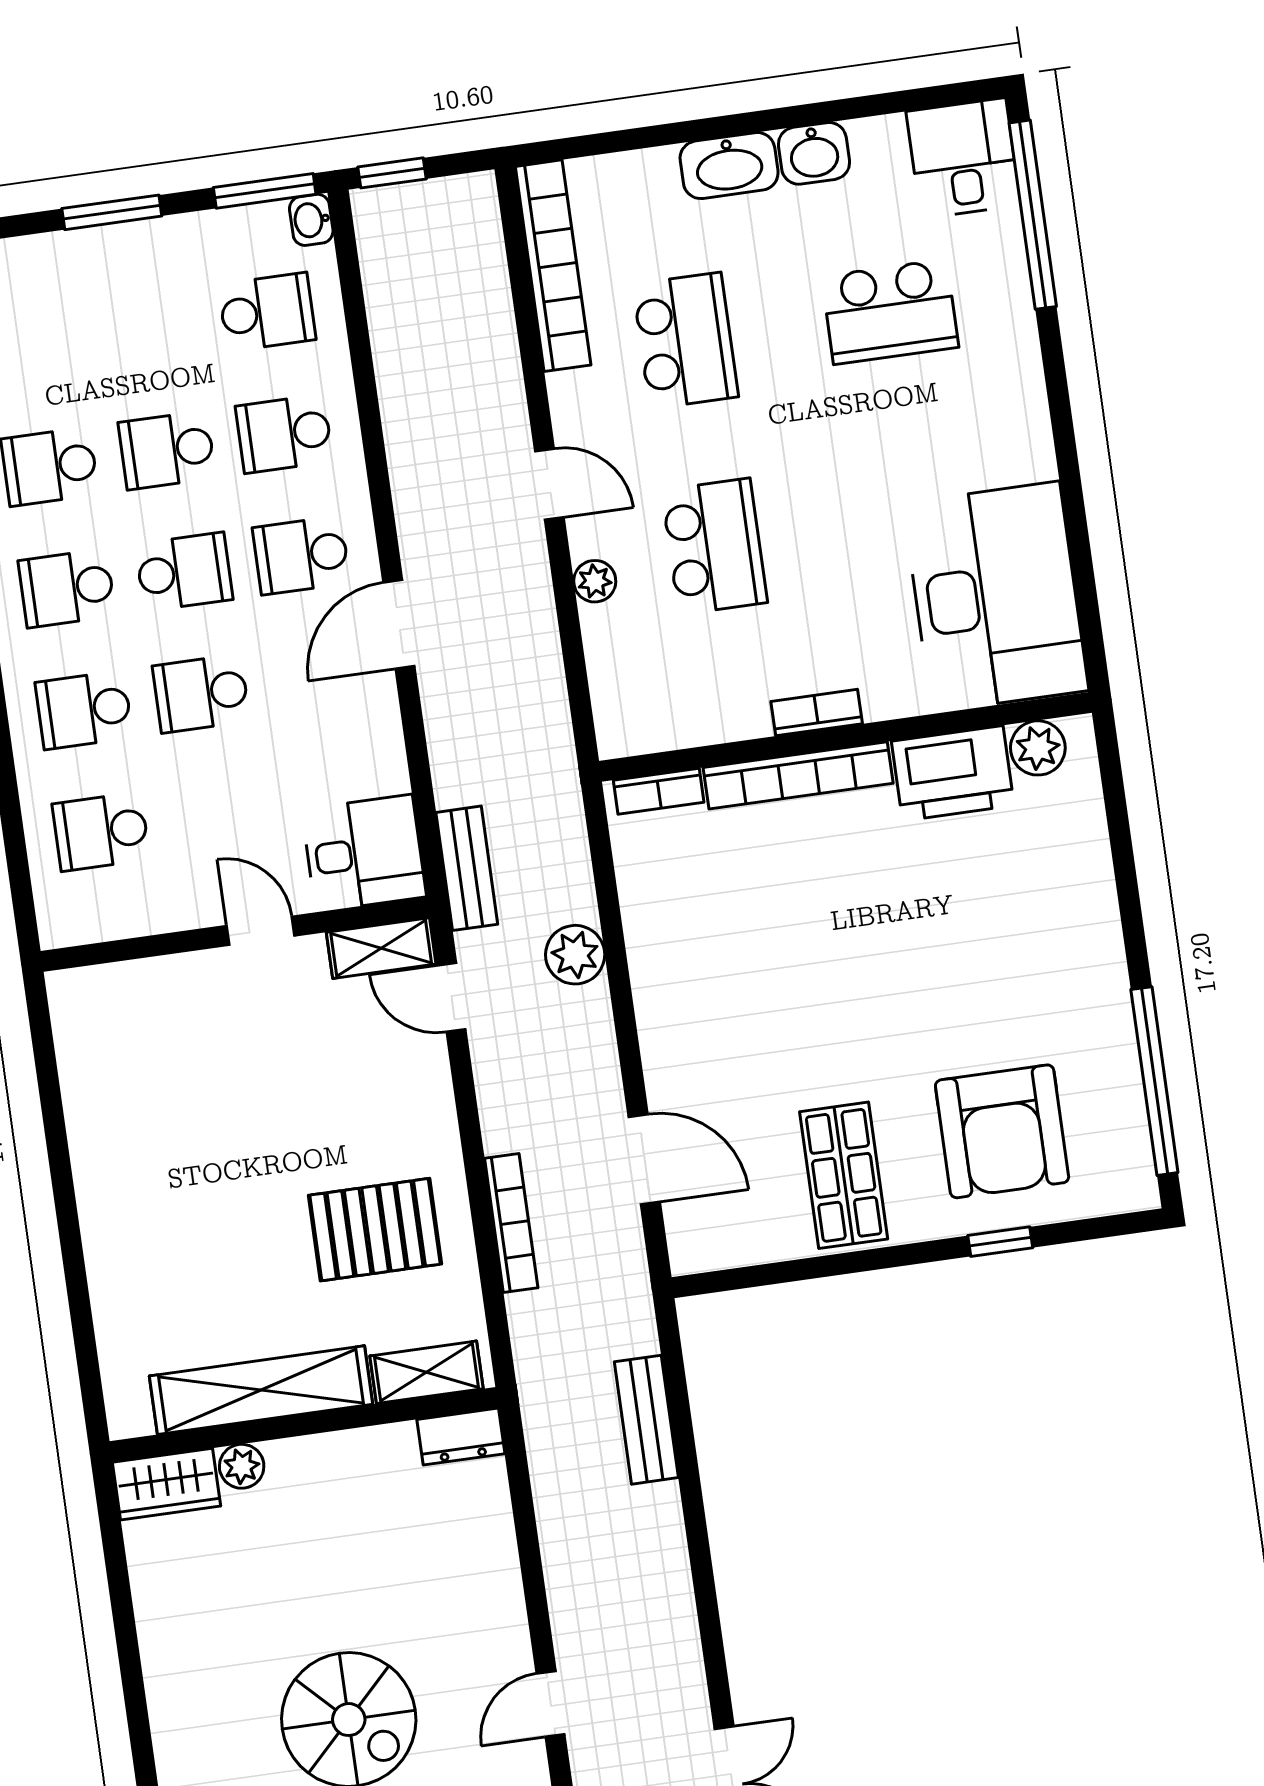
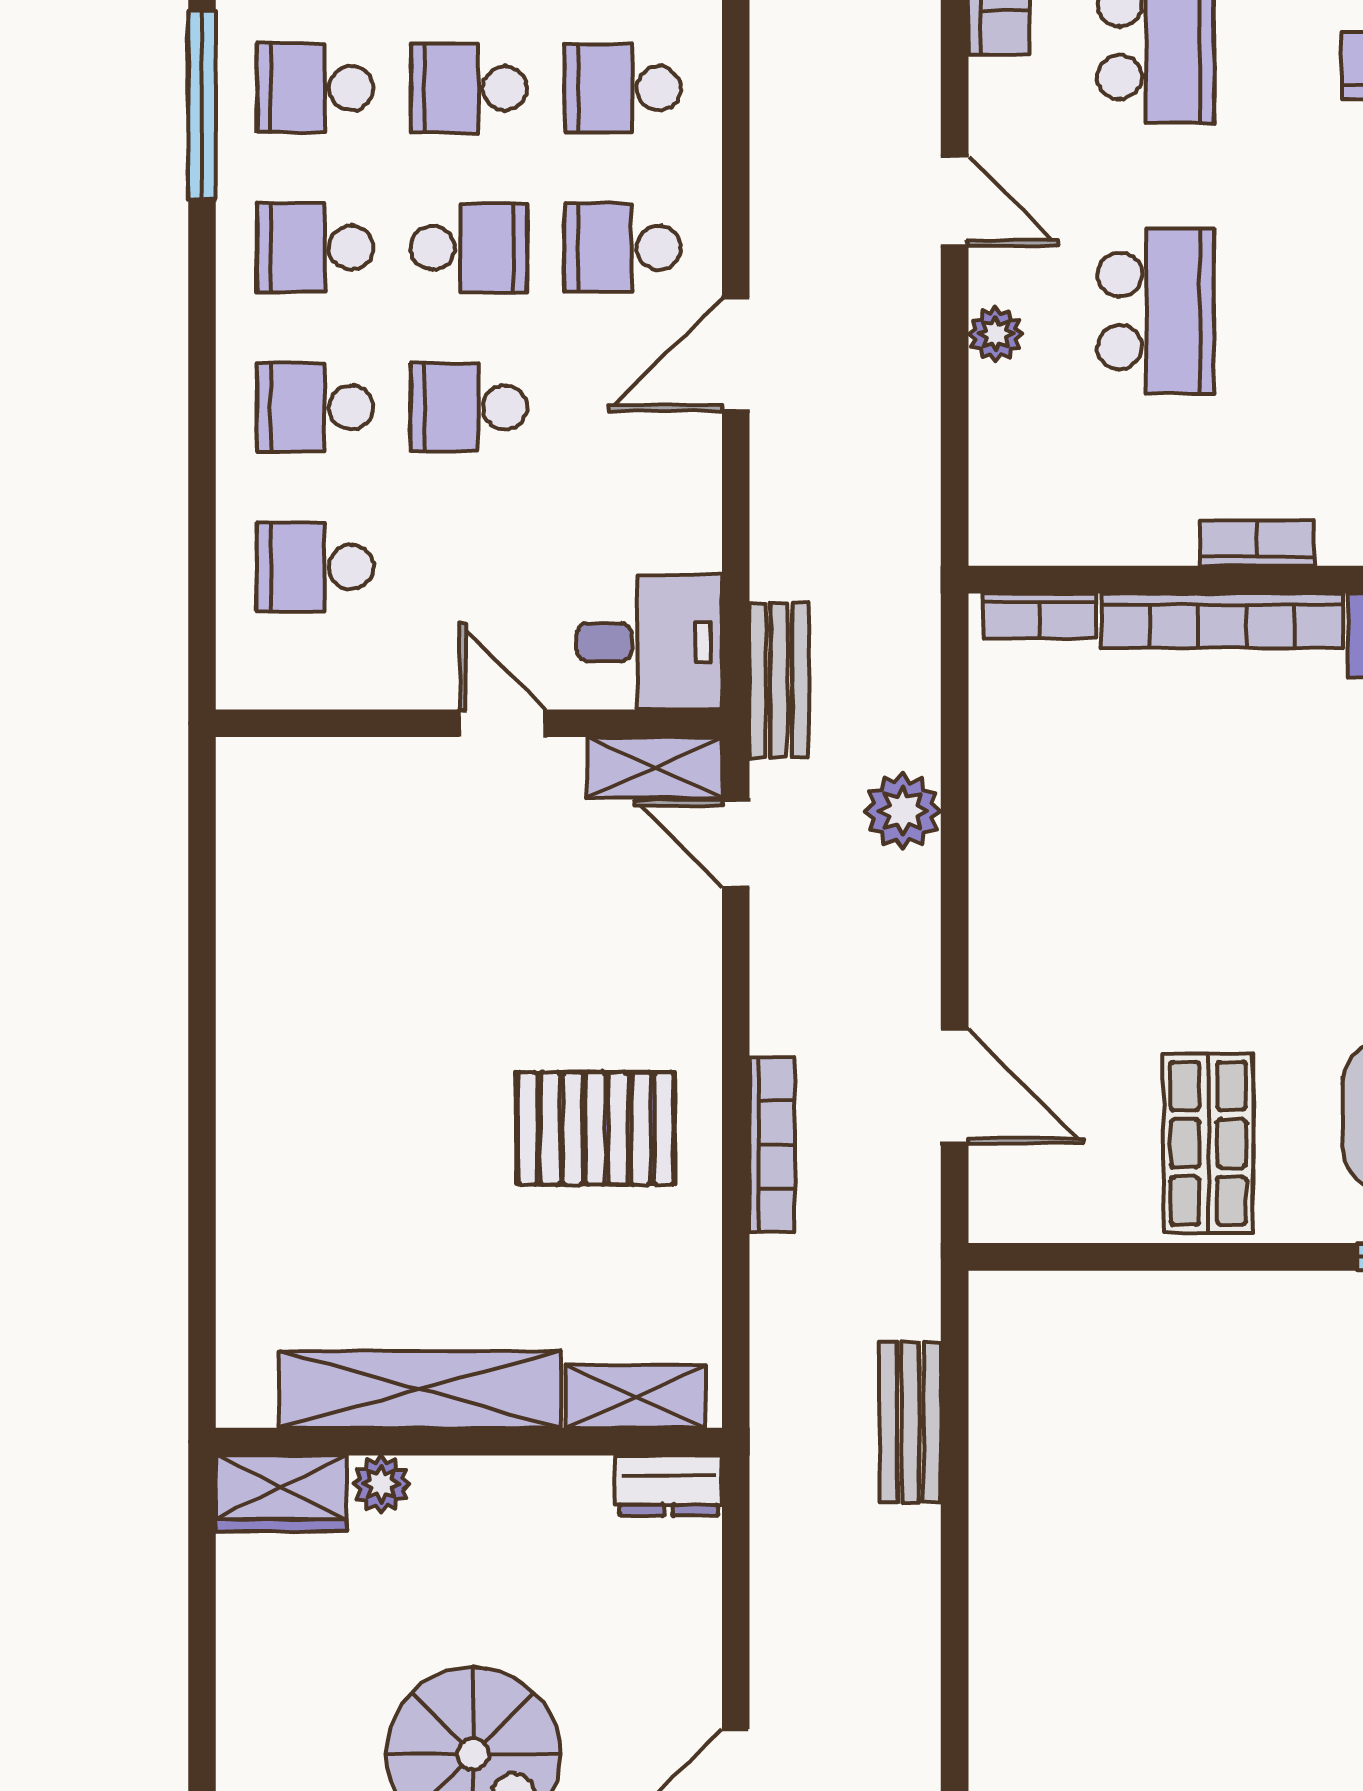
shelving: (427, 1372) -> (636, 1397), moved
shelving: (261, 1390) -> (420, 1390), moved
wall: (304, 1425) -> (469, 1442), moved
dresser: (461, 1437) -> (669, 1485), moved
plant: (242, 1466) -> (381, 1484), moved
wardrobe: (167, 1484) -> (281, 1493), moved

